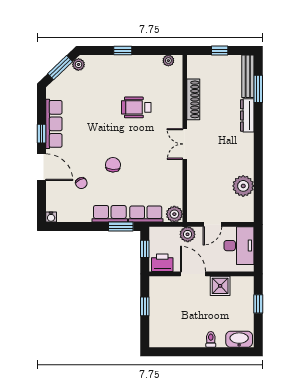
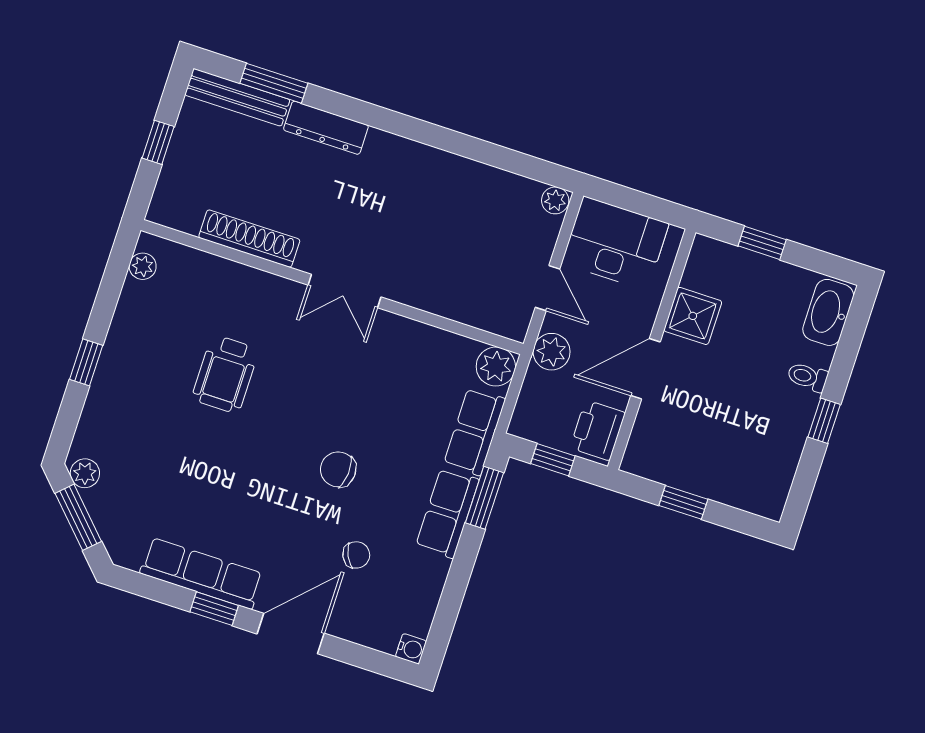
plant: (243, 186) -> (555, 200), moved, width x0.53, depth x0.53
window: (195, 352) -> (824, 421), added

